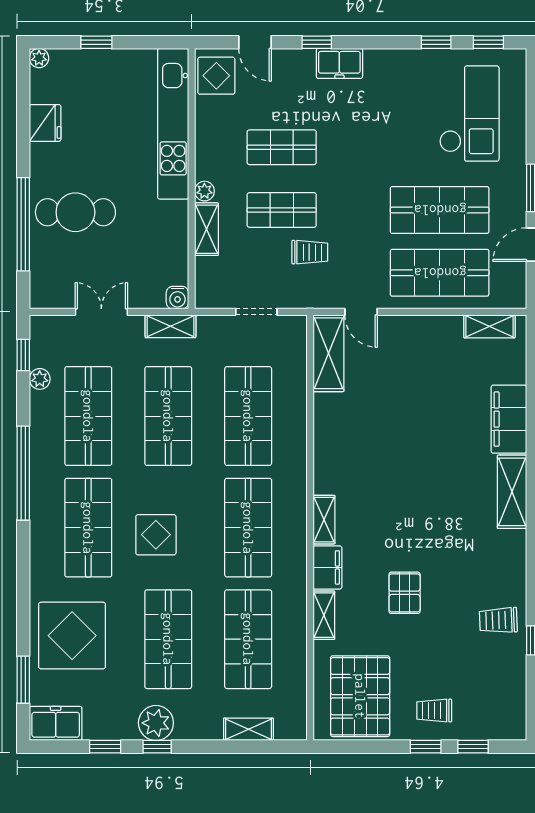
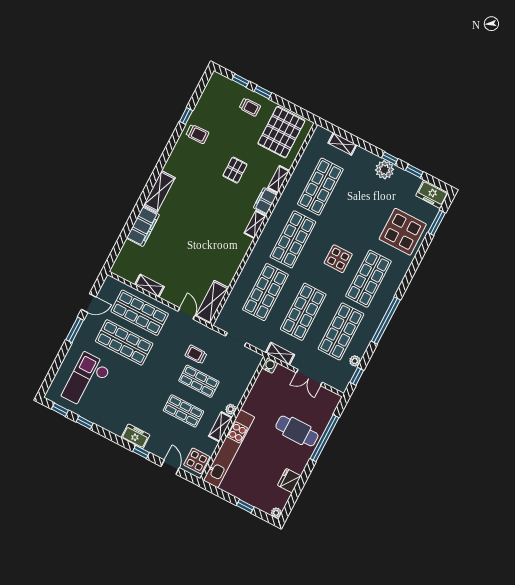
shelving: (206, 229) -> (220, 427), moved
shelving: (489, 326) -> (149, 286), moved
shop shelf: (168, 639) -> (358, 206), removed

